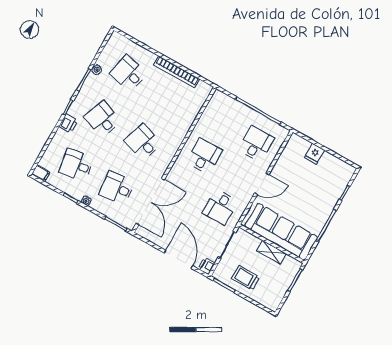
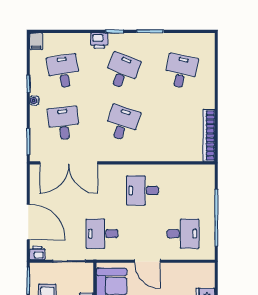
plant: (97, 70) -> (167, 38), removed
bookcase: (177, 72) -> (209, 135), moved
desk: (204, 156) -> (143, 190), turned 180
door: (178, 259) -> (28, 222), hinge flipped

